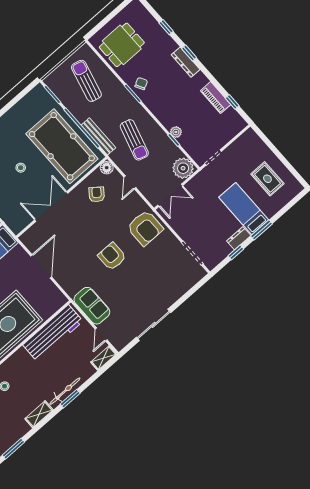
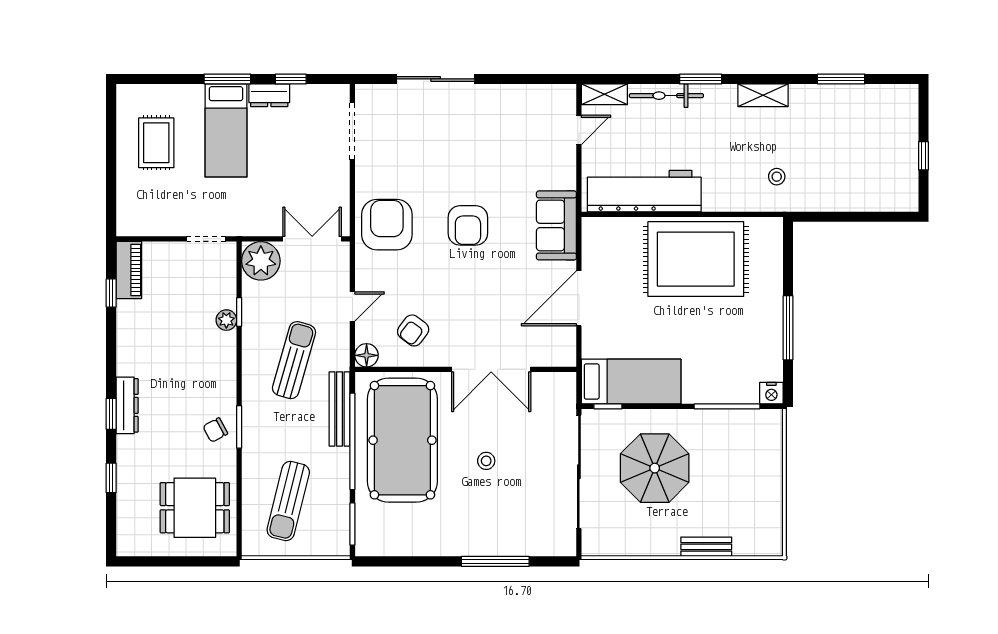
piano: (216, 98) -> (129, 270), moved
sofa: (92, 306) -> (556, 225), moved
sliding door: (154, 325) -> (436, 79), moved
bicycle: (65, 391) -> (666, 96), moved

